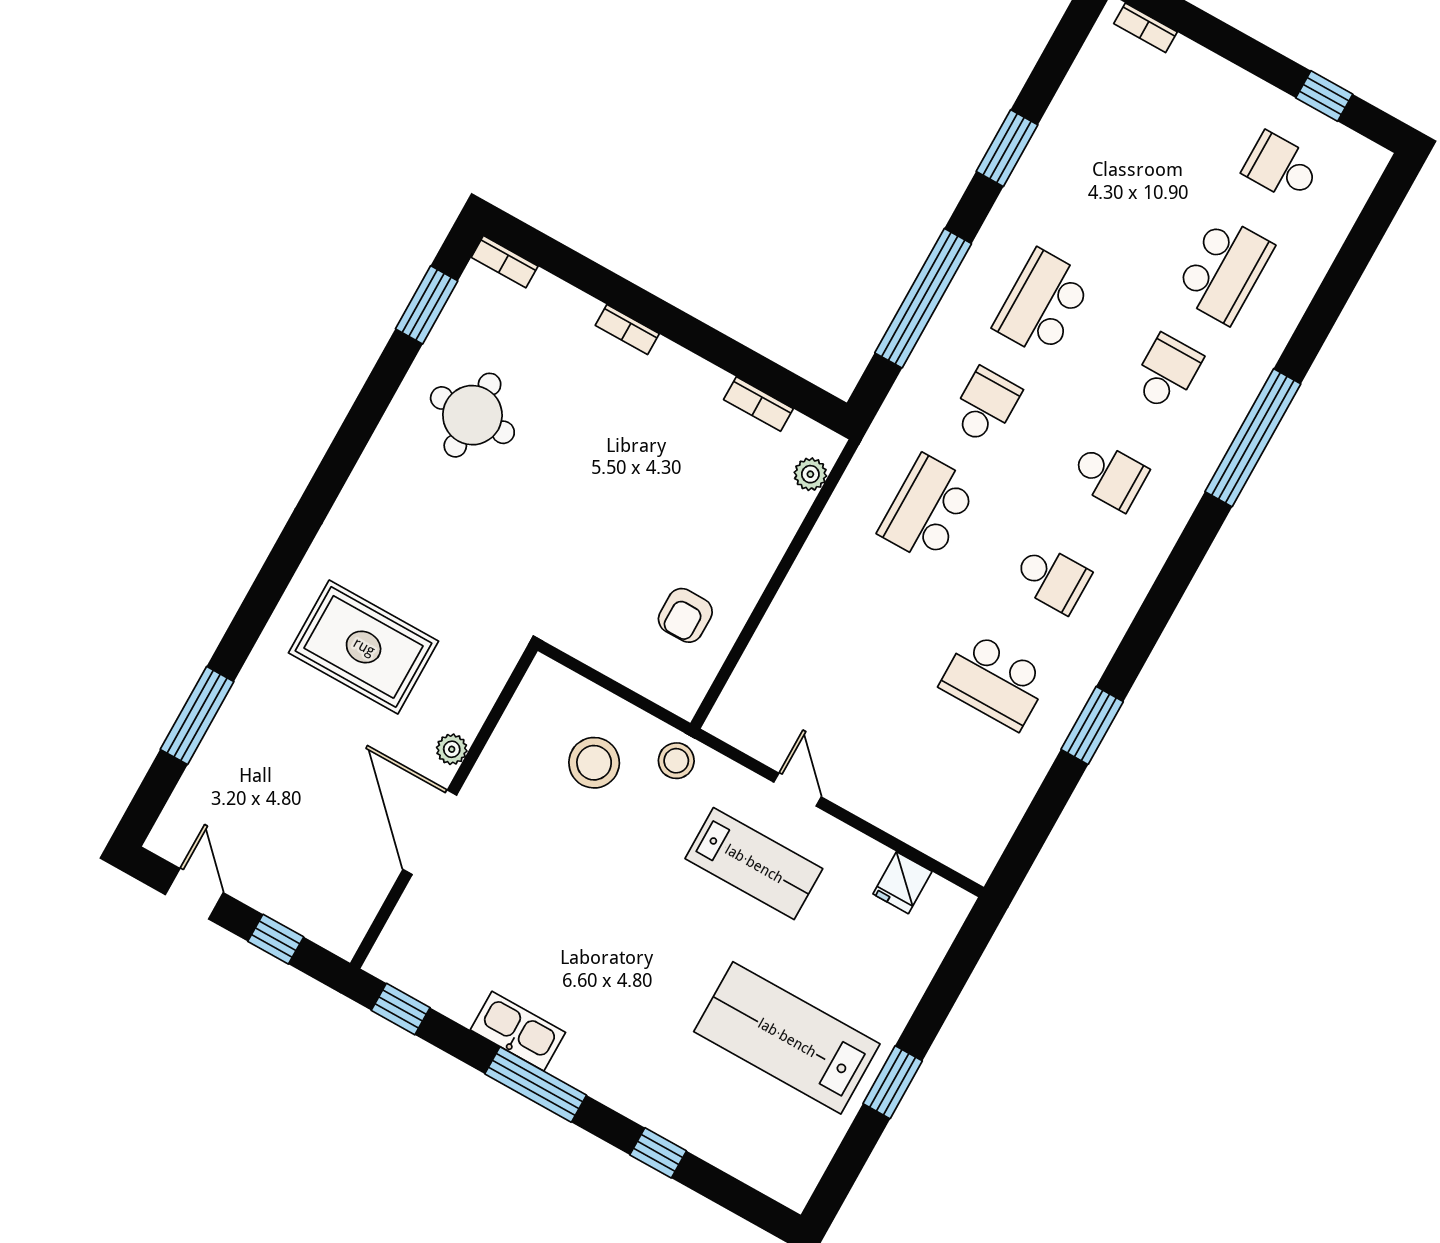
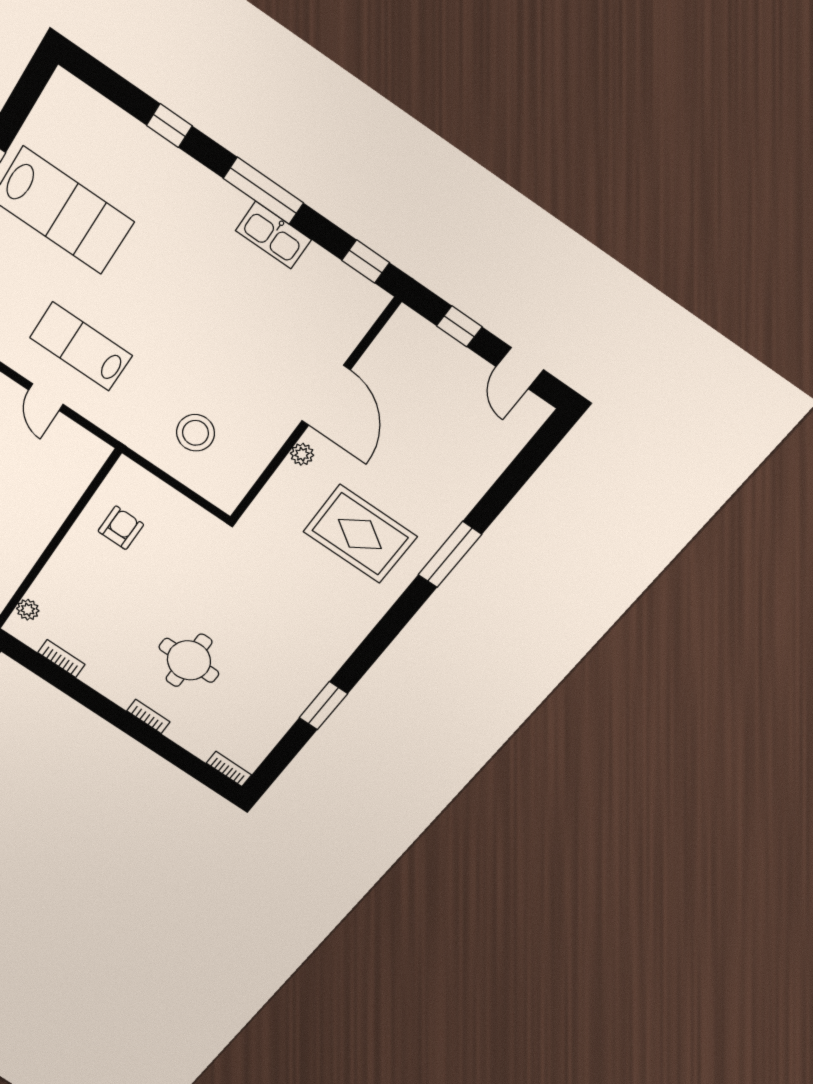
window: (427, 305) -> (323, 706), moved
round table: (472, 415) -> (189, 660), moved
window: (197, 715) -> (450, 555), moved
stool: (676, 761) -> (134, 428), removed

